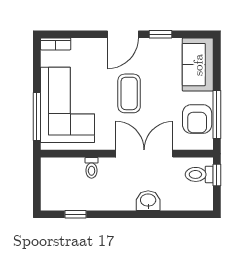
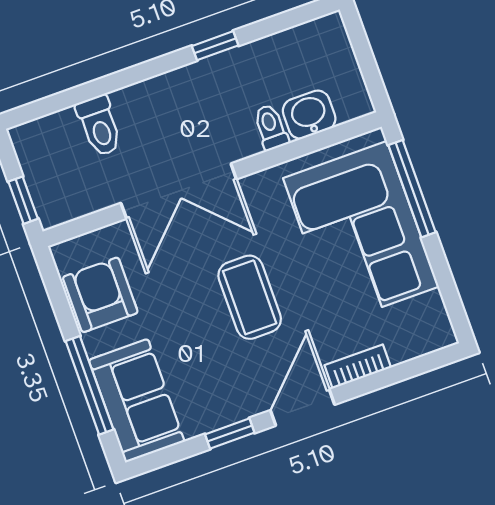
bookcase: (56, 44) -> (358, 366), moved
window: (217, 114) -> (89, 385), moved
toilet: (199, 174) -> (99, 126), moved, turned 90
washbasin: (148, 201) -> (309, 115), moved, turned 180
window: (76, 214) -> (215, 46), moved

